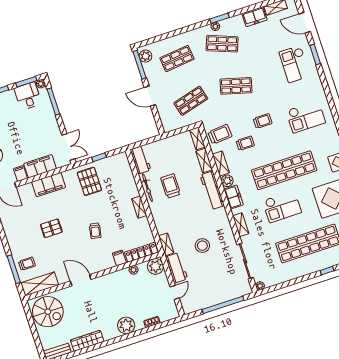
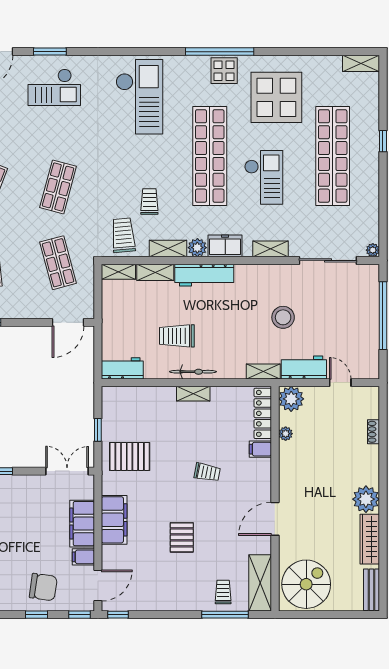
door: (150, 96) -> (68, 322), moved
checkout: (306, 117) -> (139, 97), width x1.36, depth x1.21
trolley: (263, 121) -> (124, 164), removed
bicycle: (147, 188) -> (193, 372), moved
plant: (126, 325) -> (366, 499), moved

